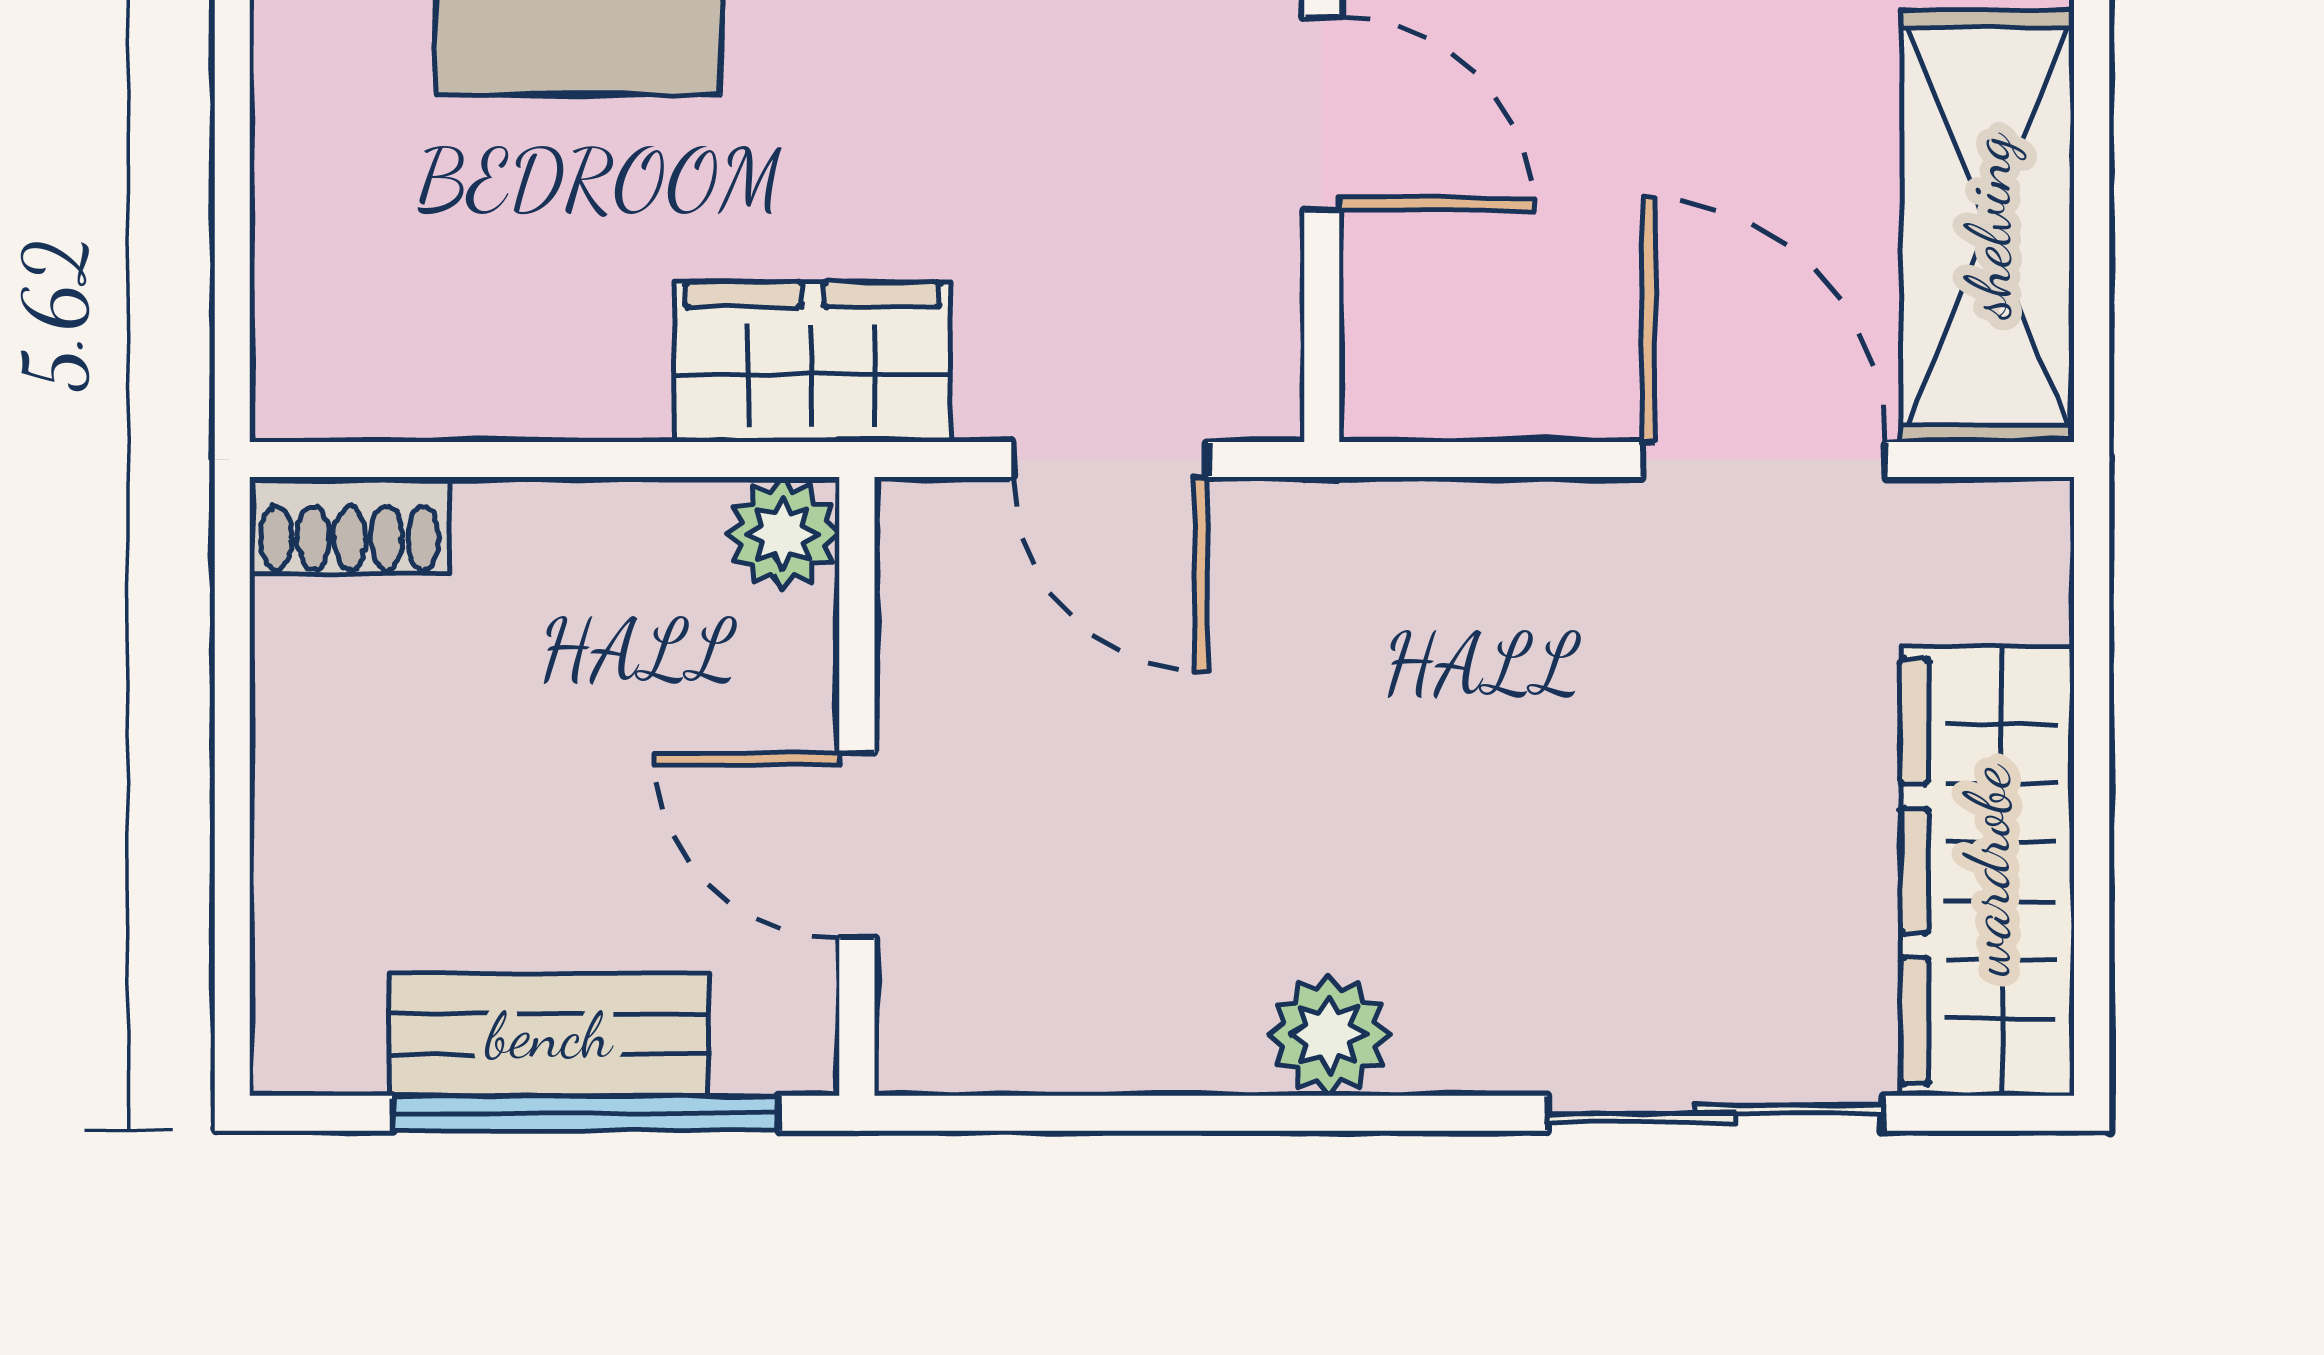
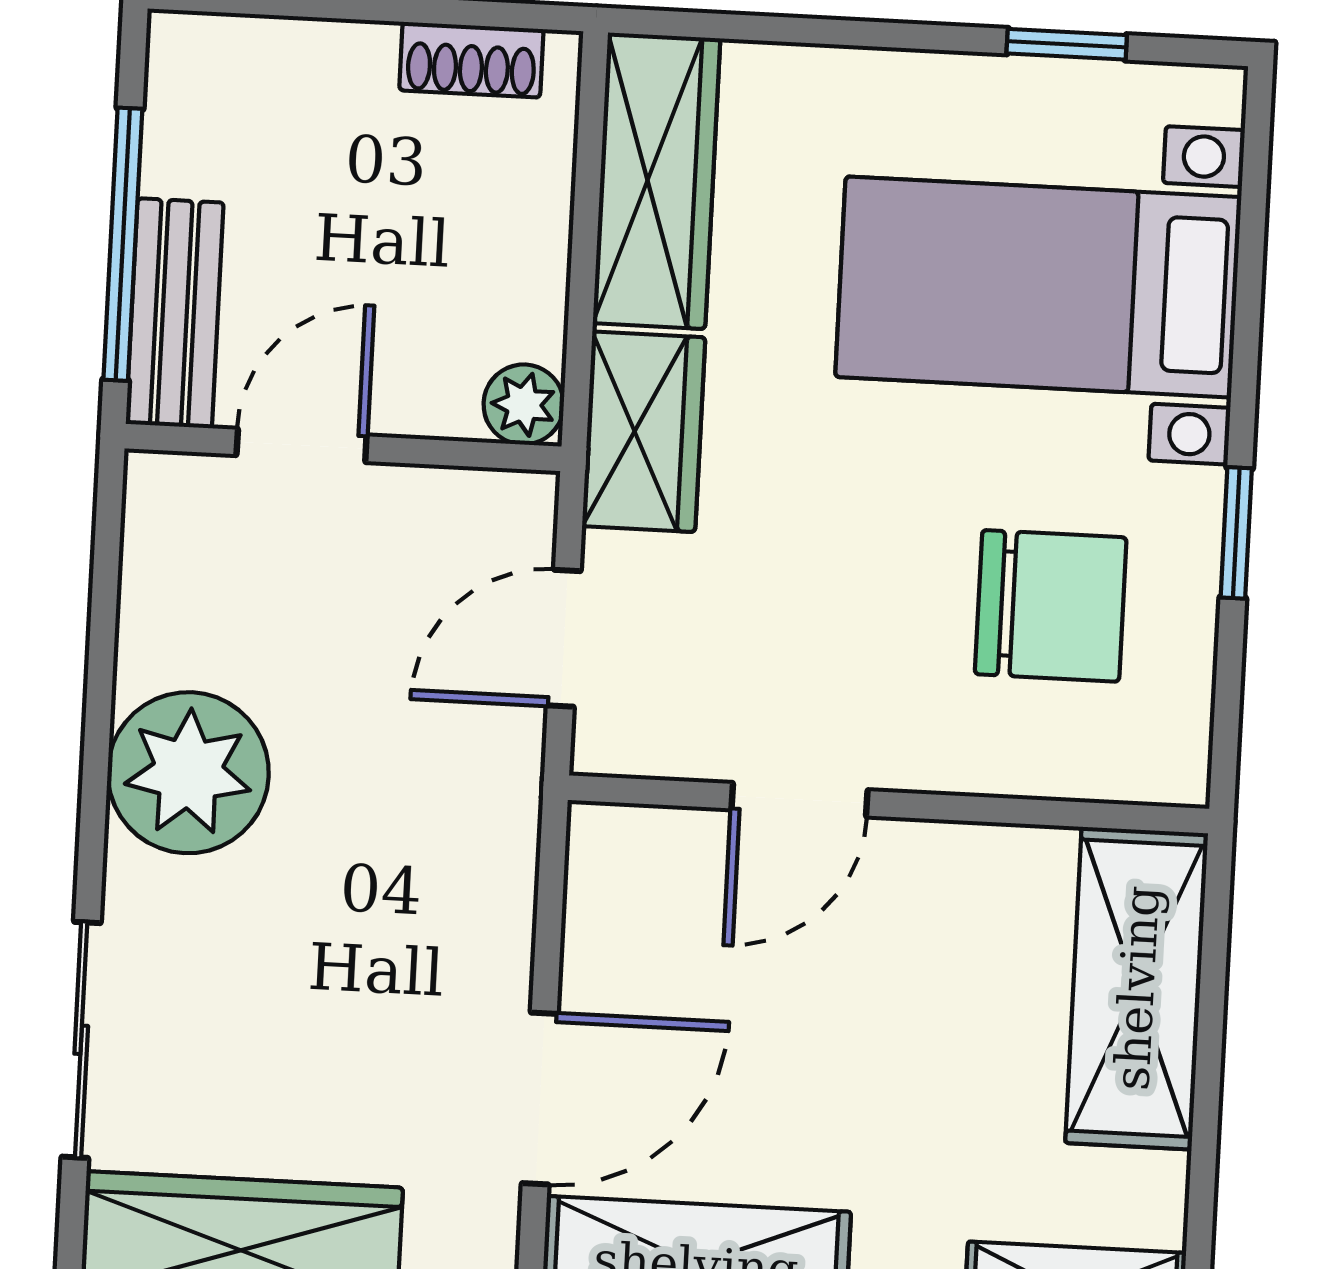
wardrobe: (456, 362) -> (656, 181), added
shoe rack: (350, 526) -> (471, 60), moved, turned -90
bench: (549, 1035) -> (175, 313), moved
plant: (1329, 1035) -> (188, 773), width x1.87, depth x1.87

